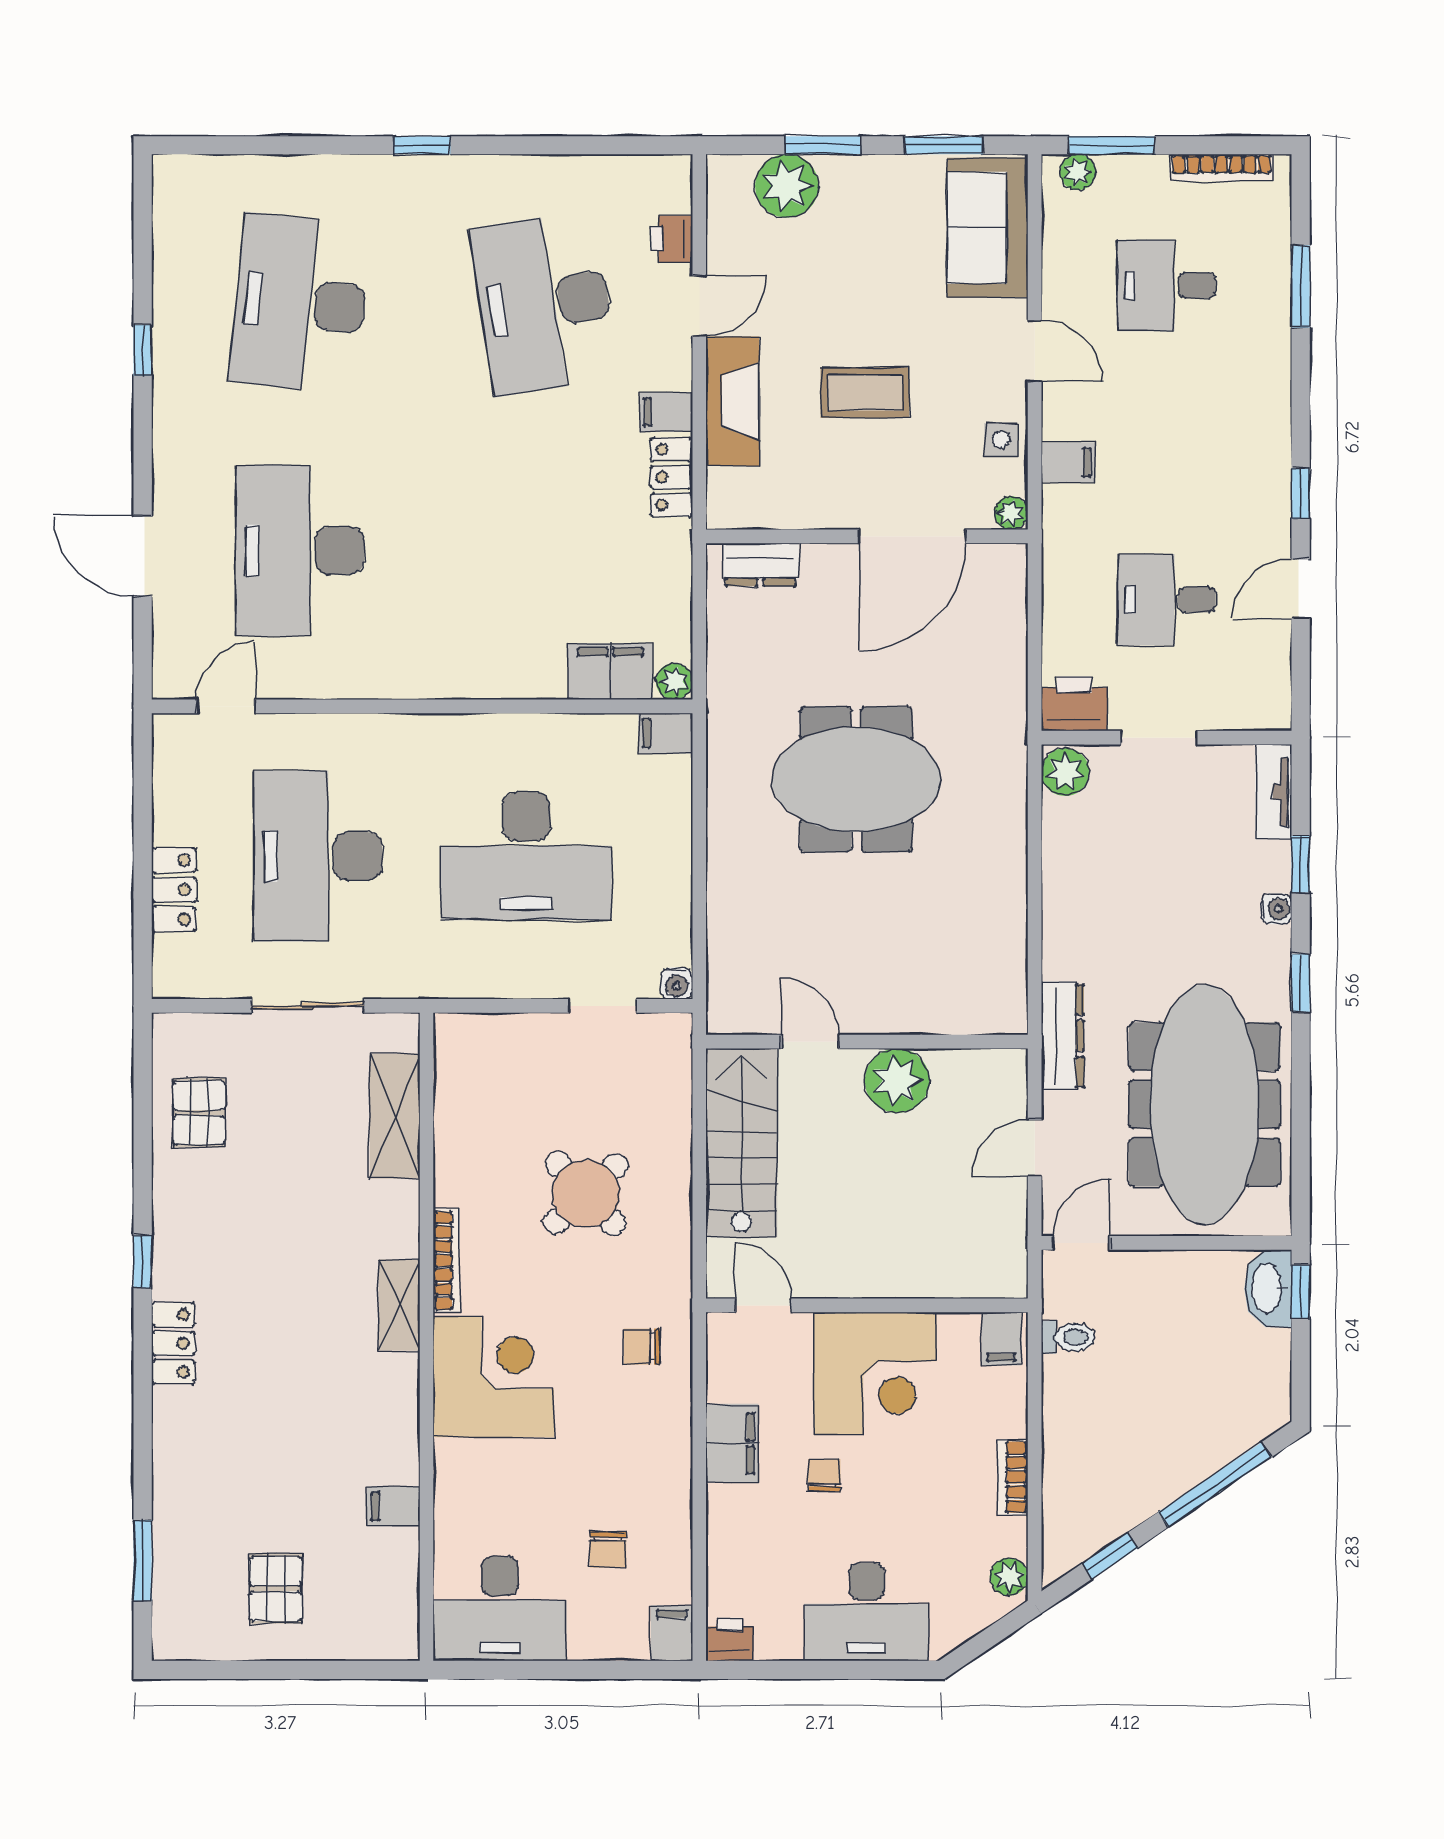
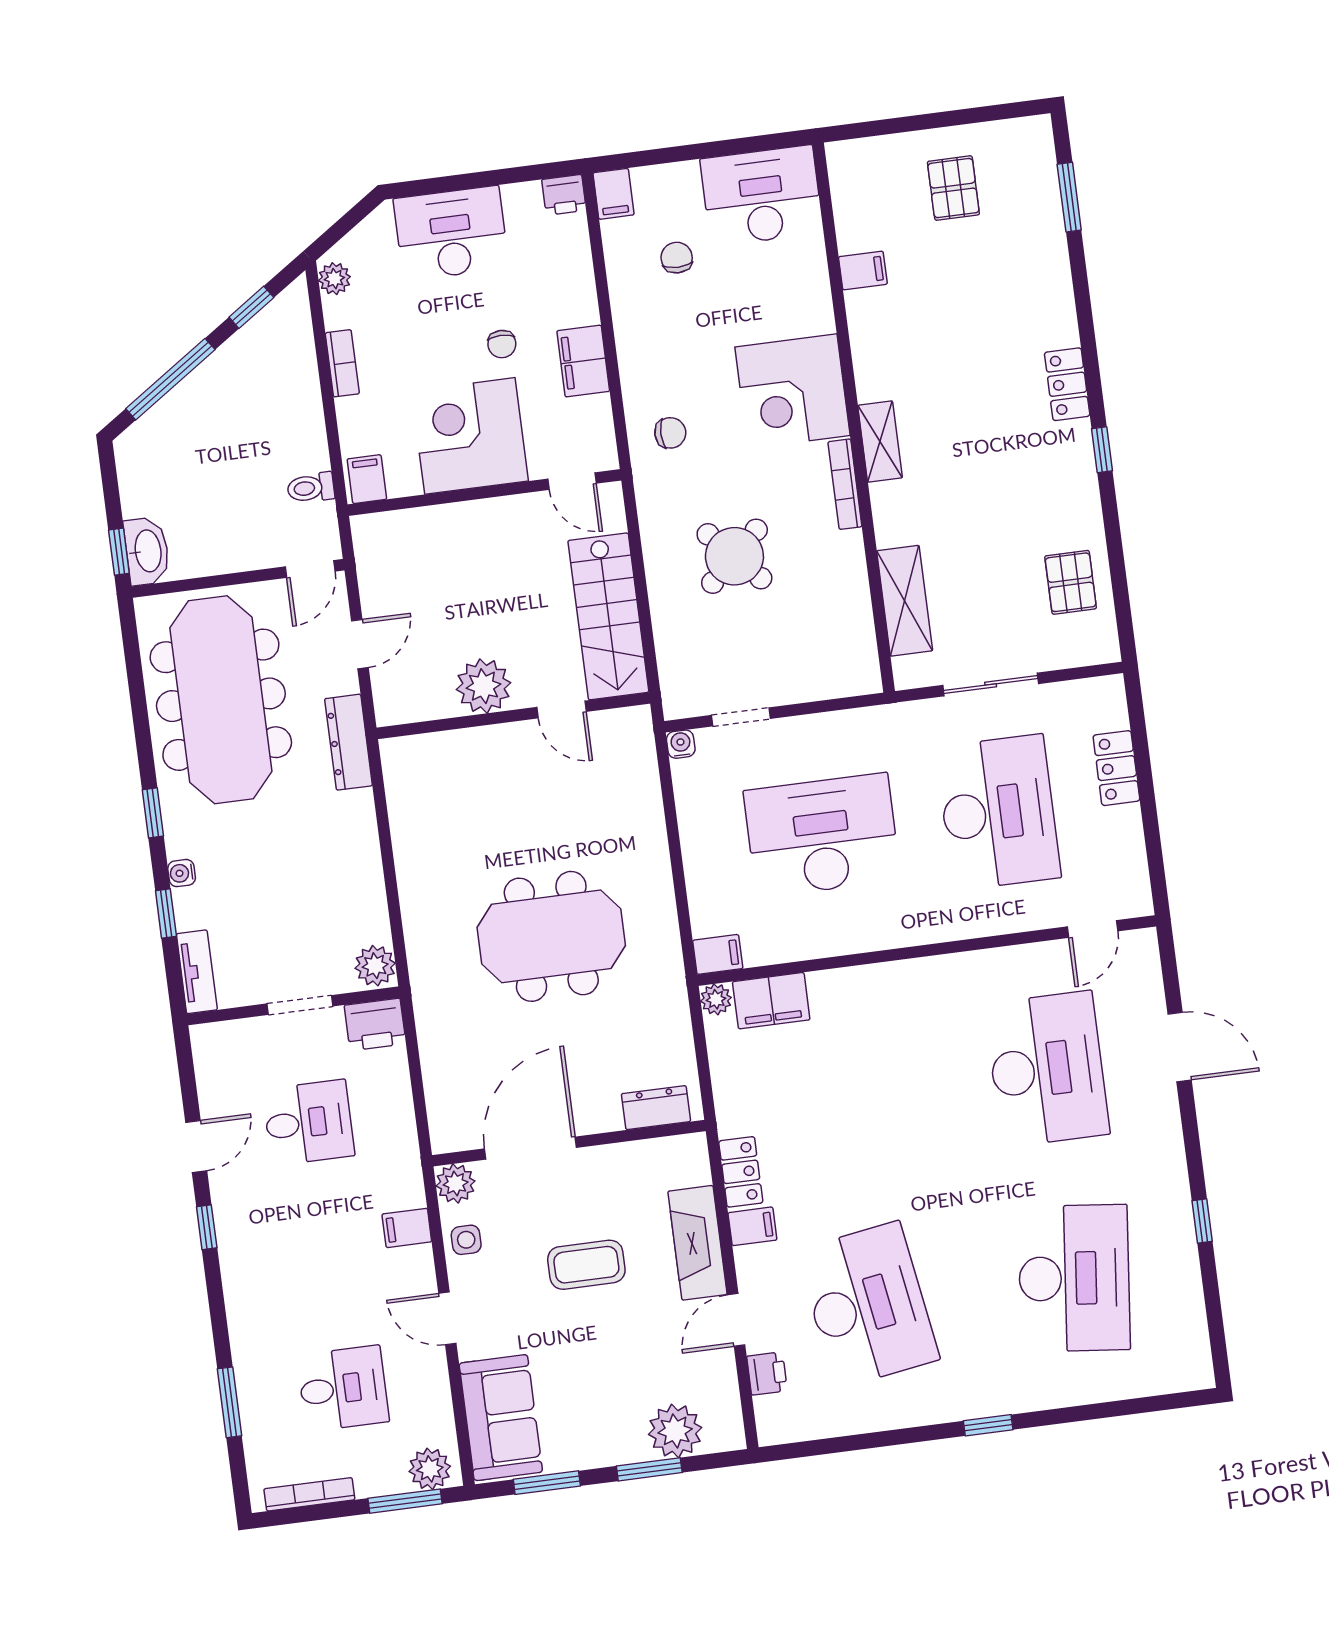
plant: (1078, 172) -> (430, 1469), width x1.38, depth x1.38
plant: (1011, 513) -> (456, 1183), width x1.38, depth x1.38

